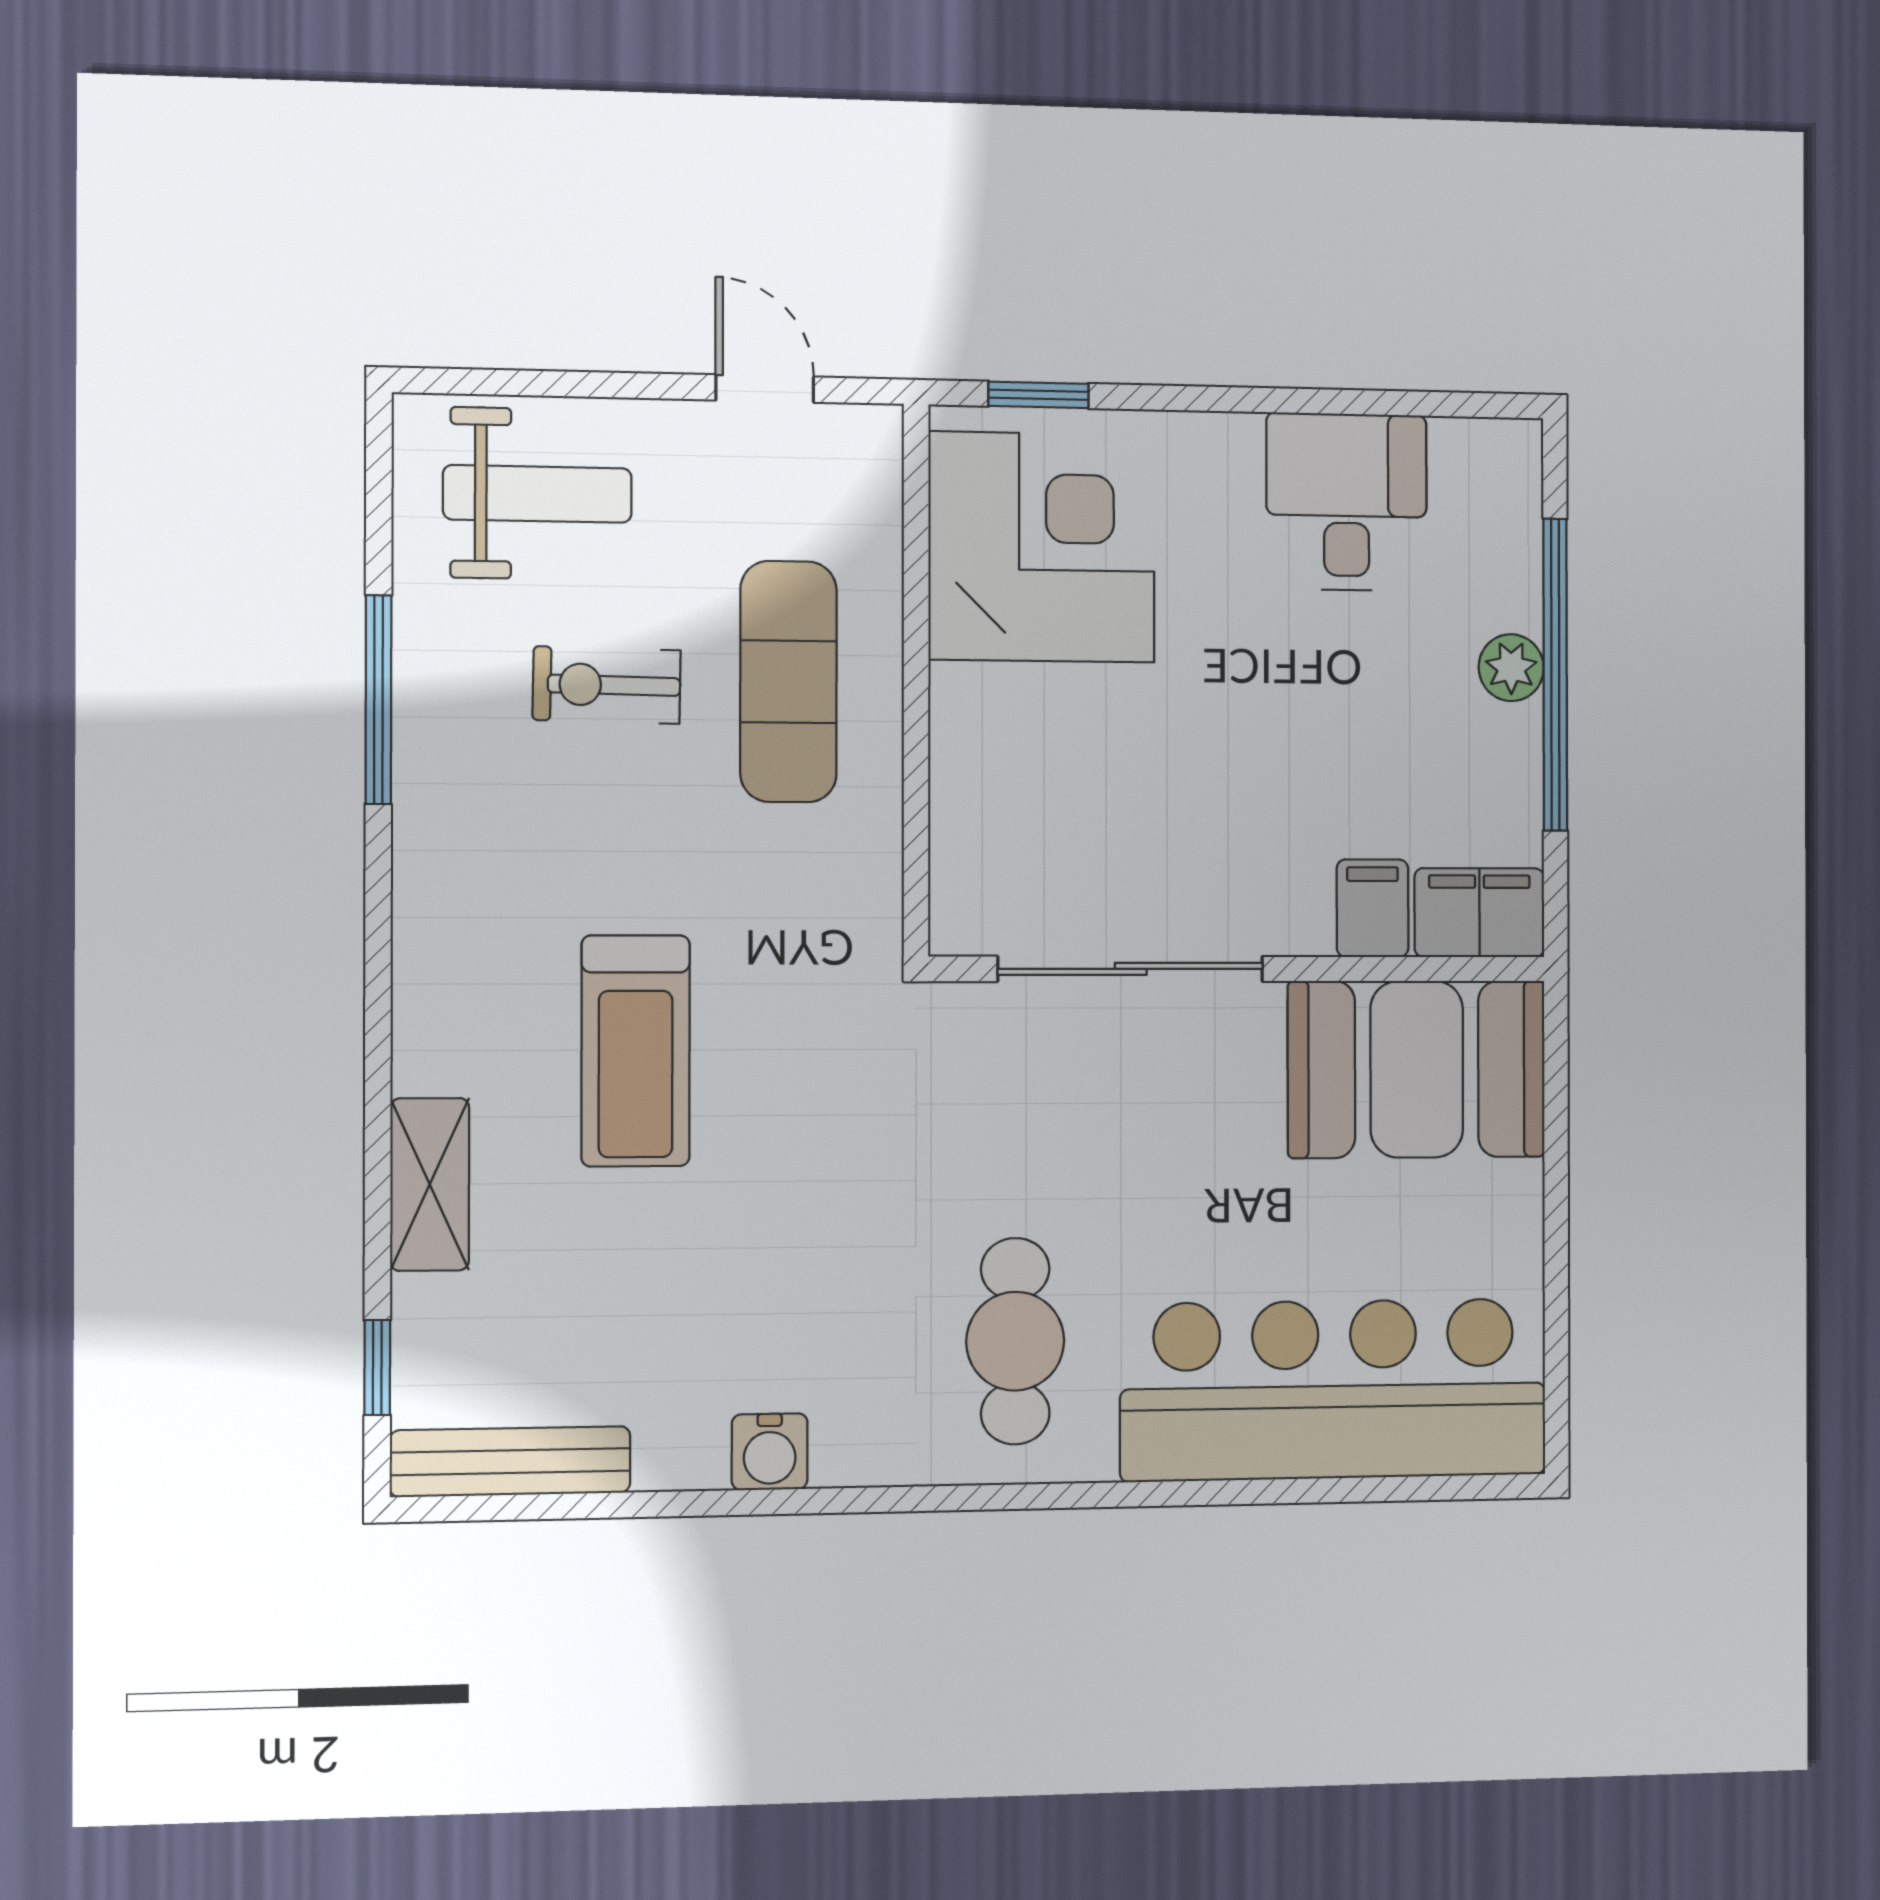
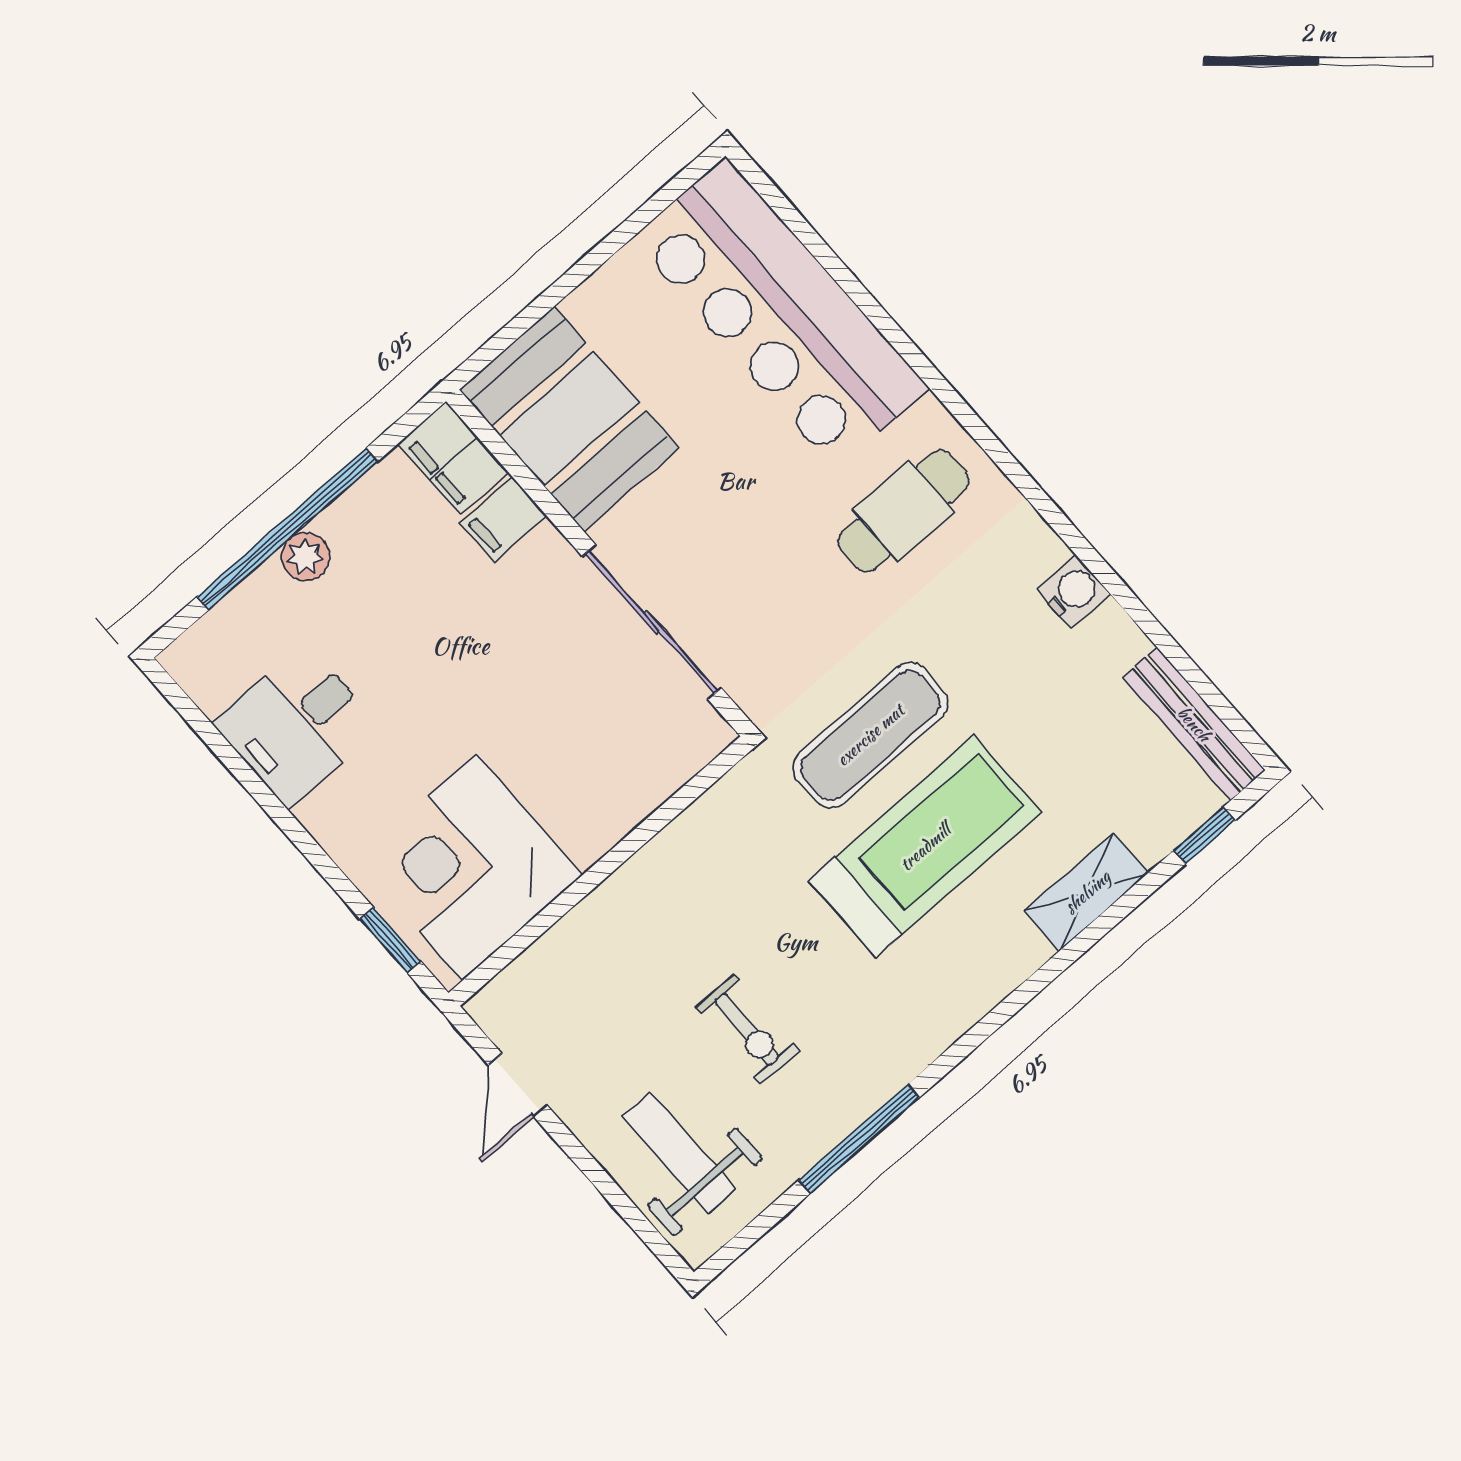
exercise mat: (788, 682) -> (870, 735), moved
treadmill: (636, 1051) -> (925, 847), width x1.37, depth x1.38

